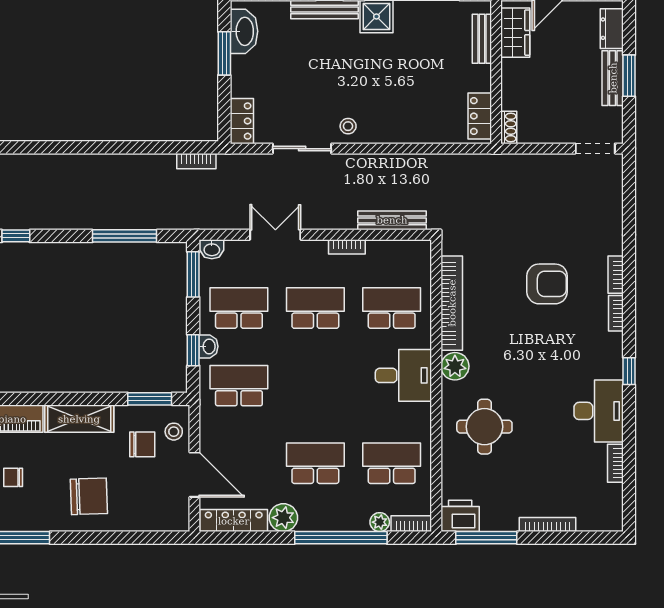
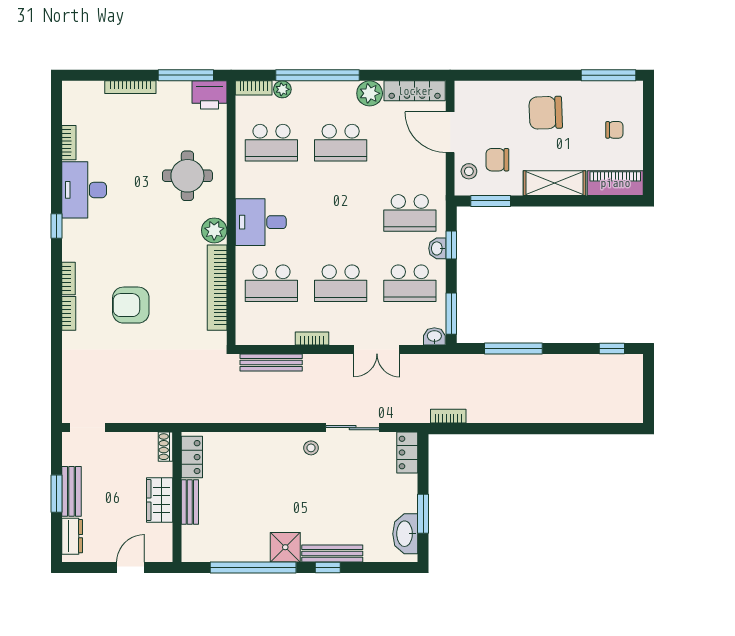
wardrobe: (515, 33) -> (160, 500), moved
bench: (482, 39) -> (190, 502), moved

